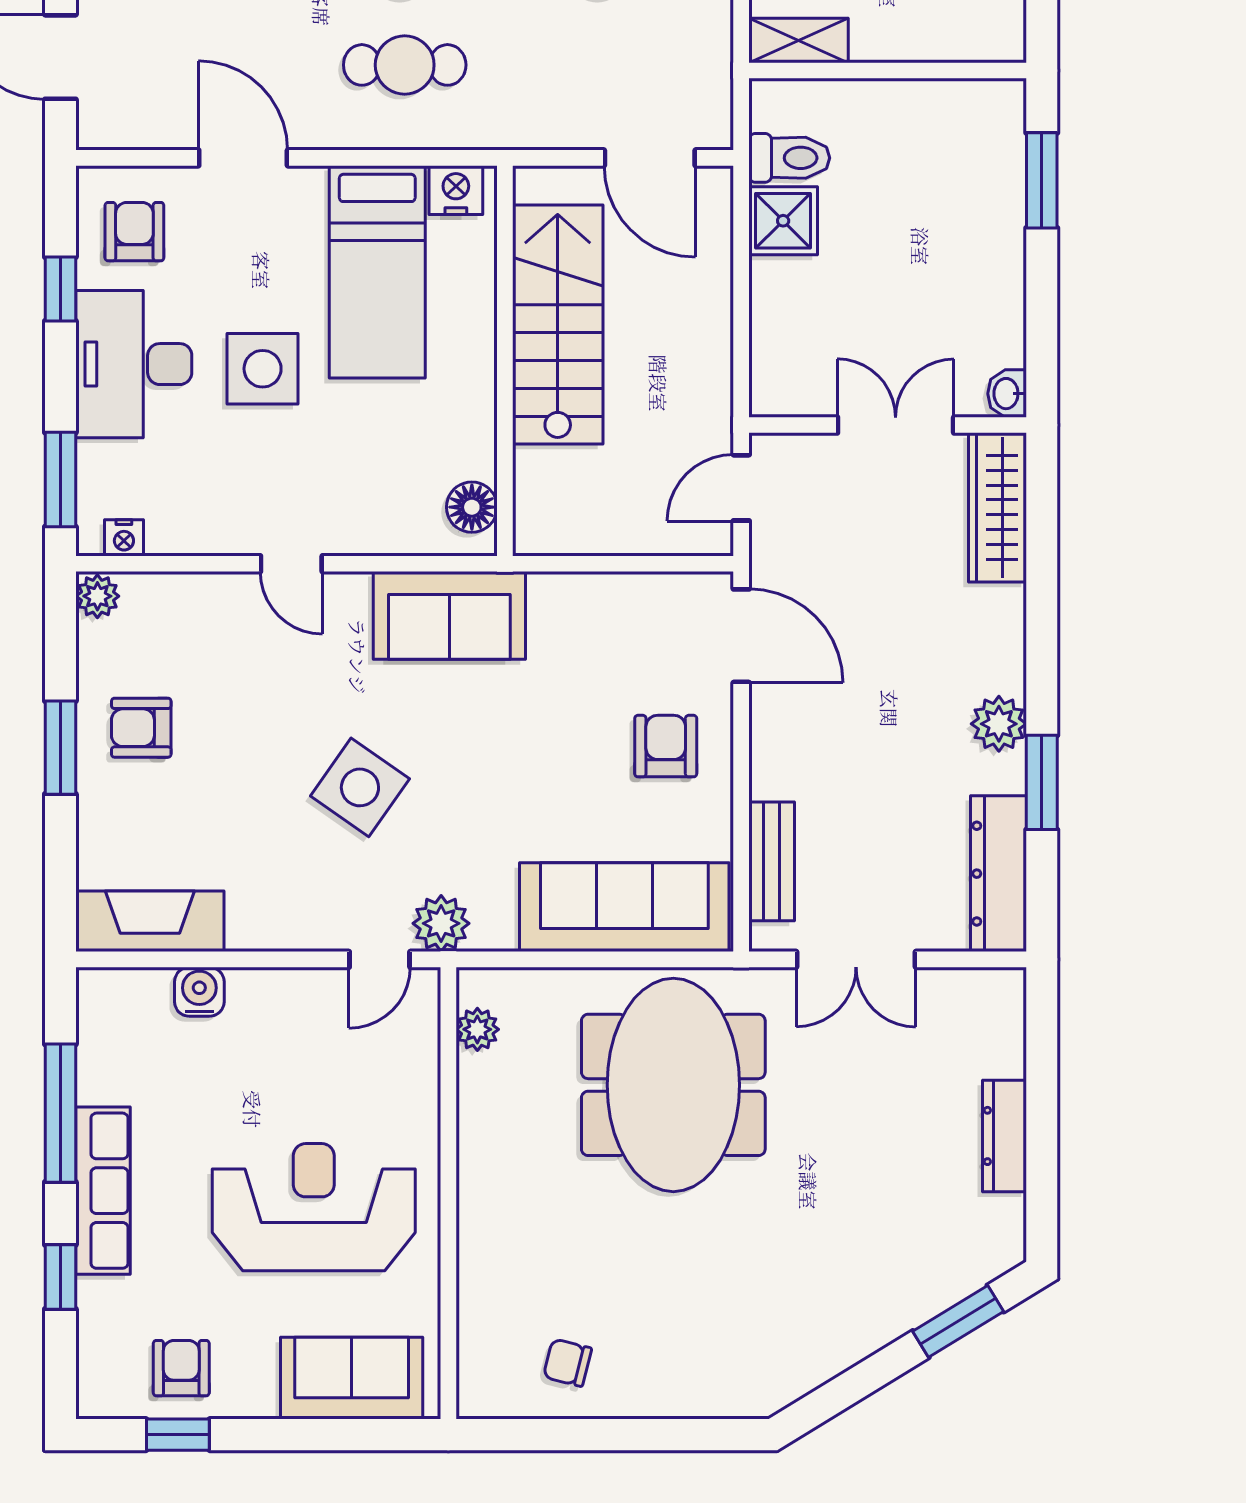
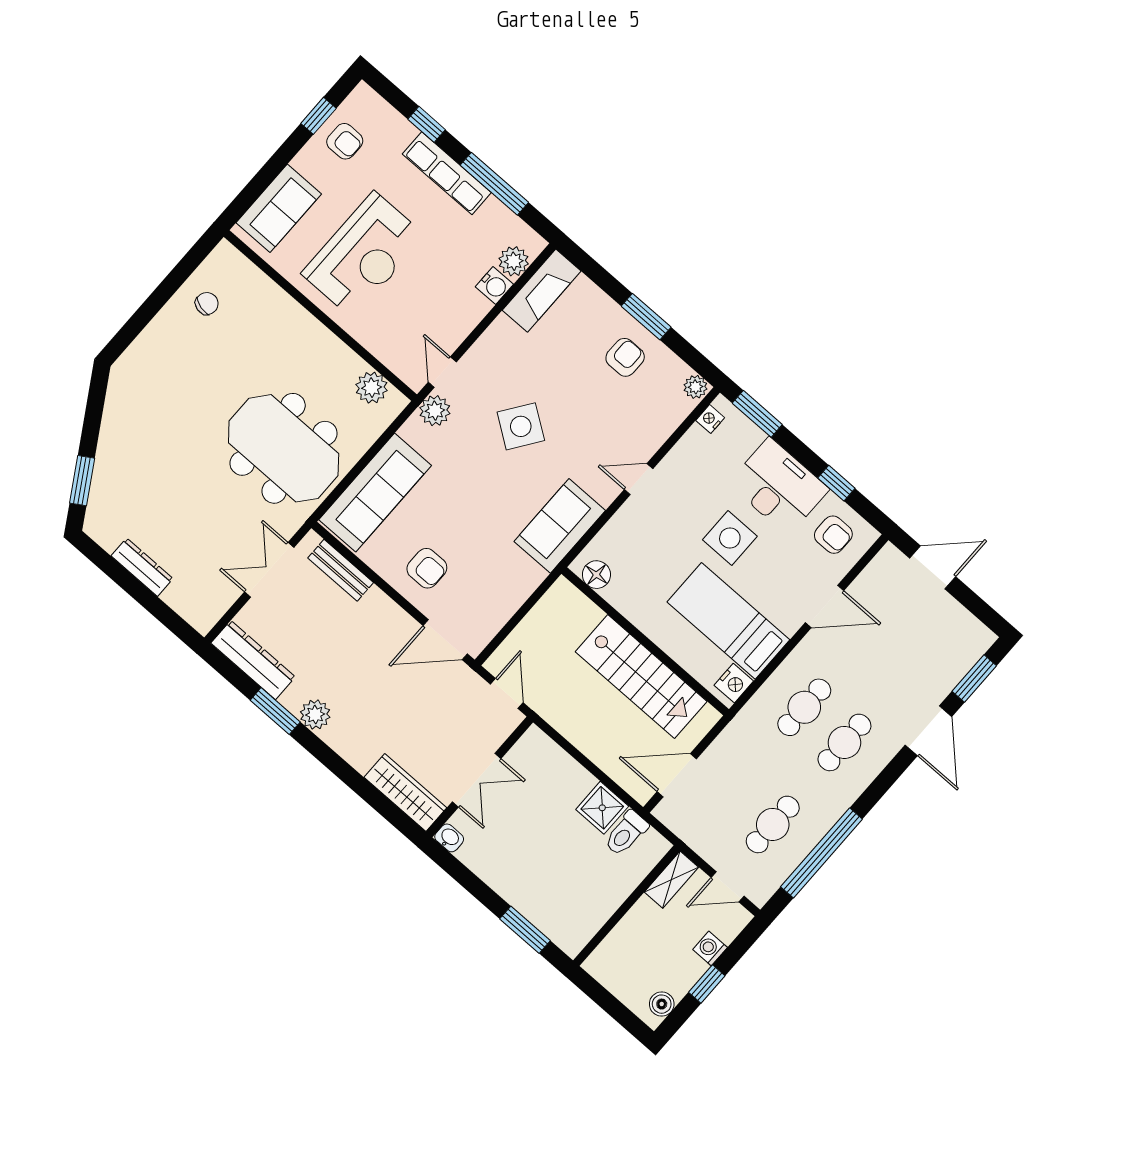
plant: (143, 995) -> (514, 261), added
plant: (477, 1029) -> (372, 388), width x1.38, depth x1.38

